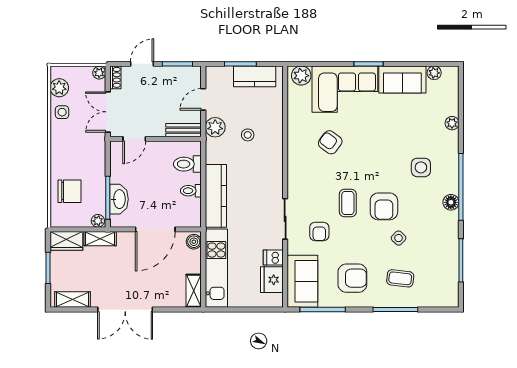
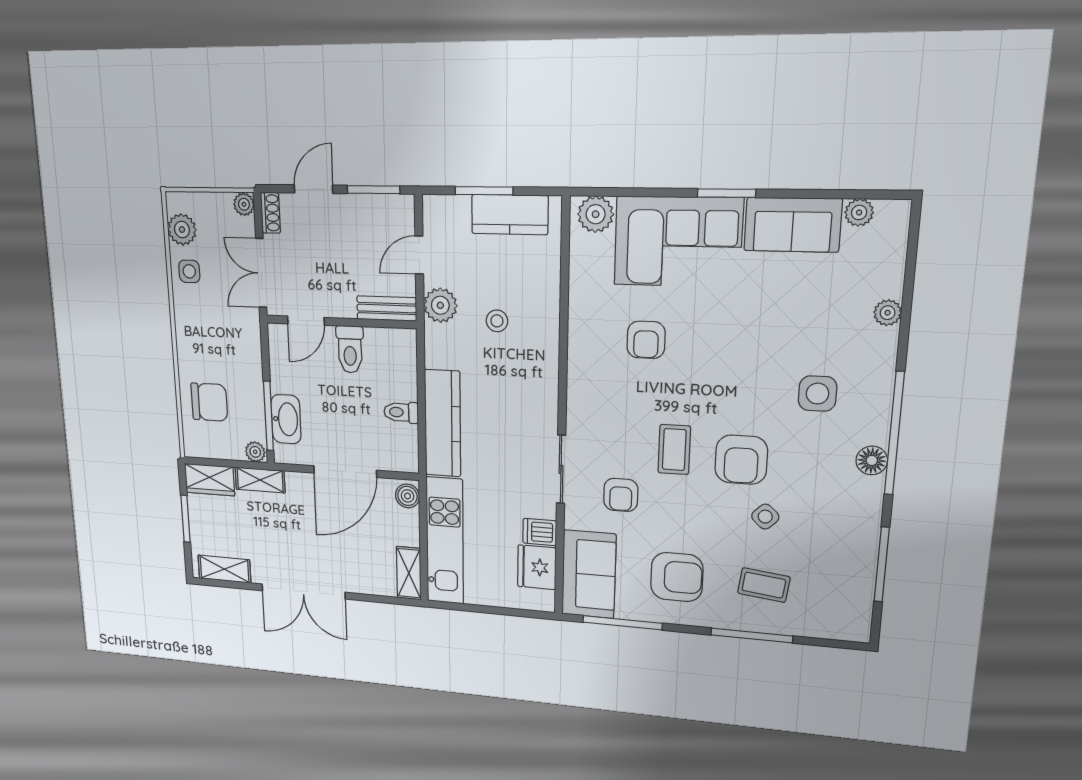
armchair: (330, 142) -> (646, 340), turned -126
toilet: (187, 164) -> (350, 349), moved, turned -90

